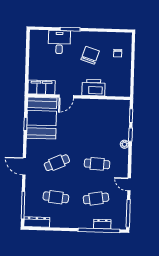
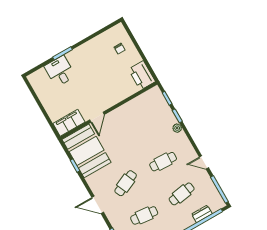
chair: (90, 55) -> (96, 66), removed
printer: (93, 88) -> (142, 75), moved, turned -90

